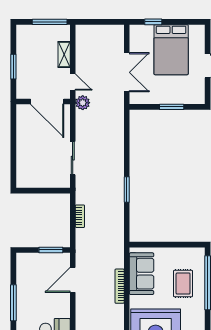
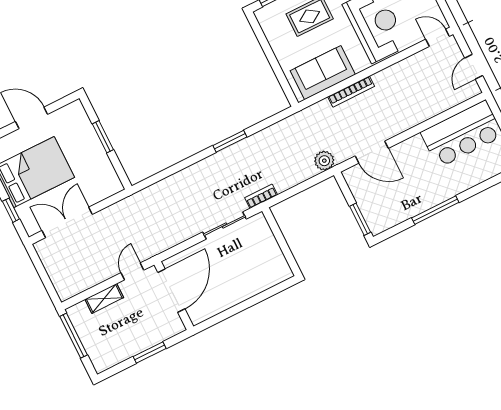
double door: (127, 72) -> (67, 222), moved
plant: (83, 103) -> (324, 161), moved
bookcase: (80, 216) -> (261, 196), moved
window: (51, 250) -> (360, 219), moved

